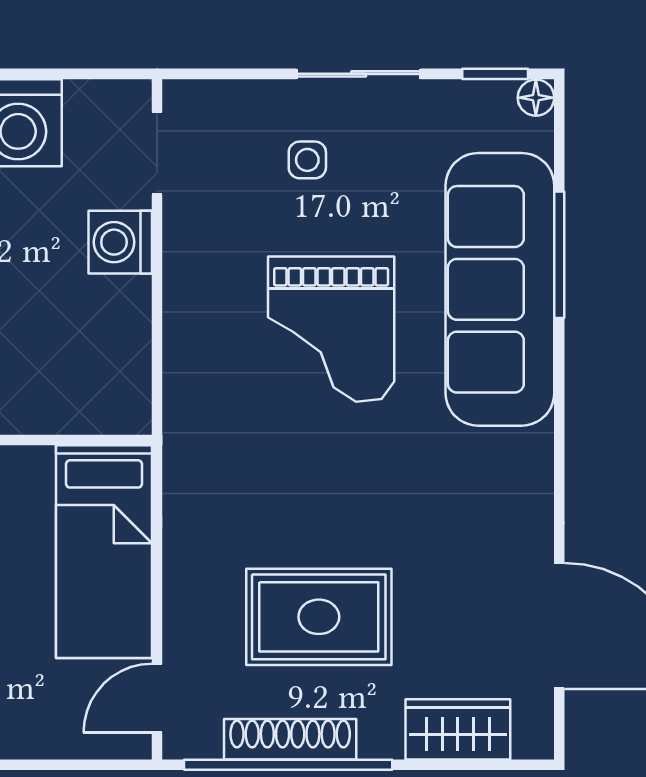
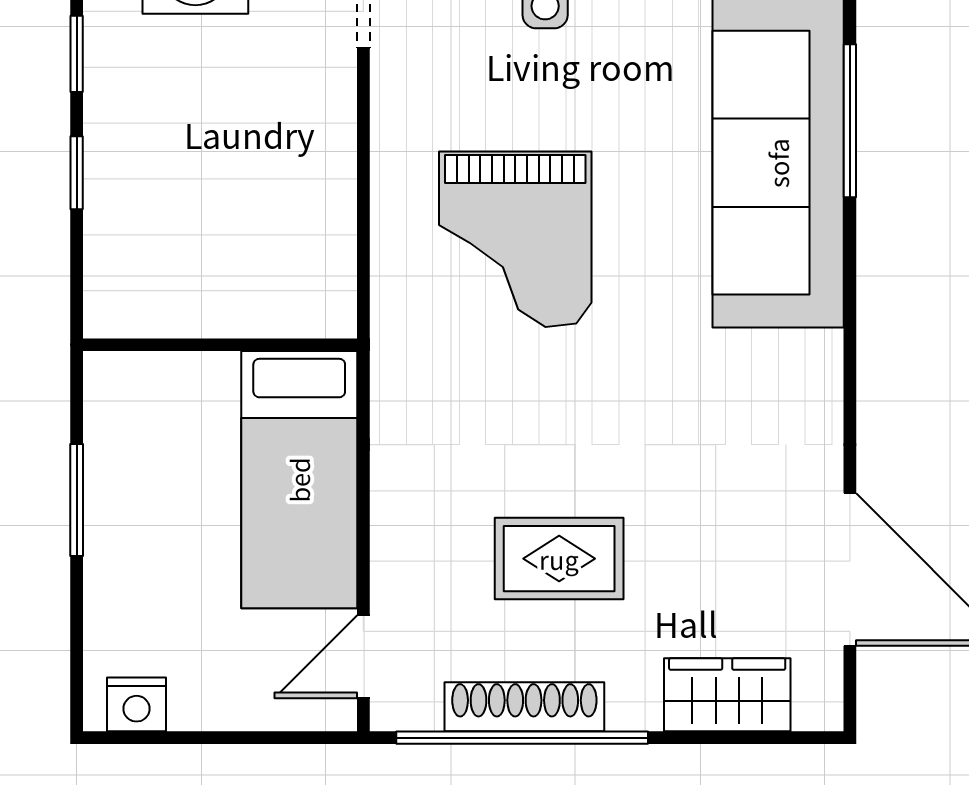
washing machine: (120, 242) -> (319, 105), removed
grand piano: (331, 329) -> (515, 239), moved
rug: (319, 617) -> (559, 559), width x0.73, depth x0.70

